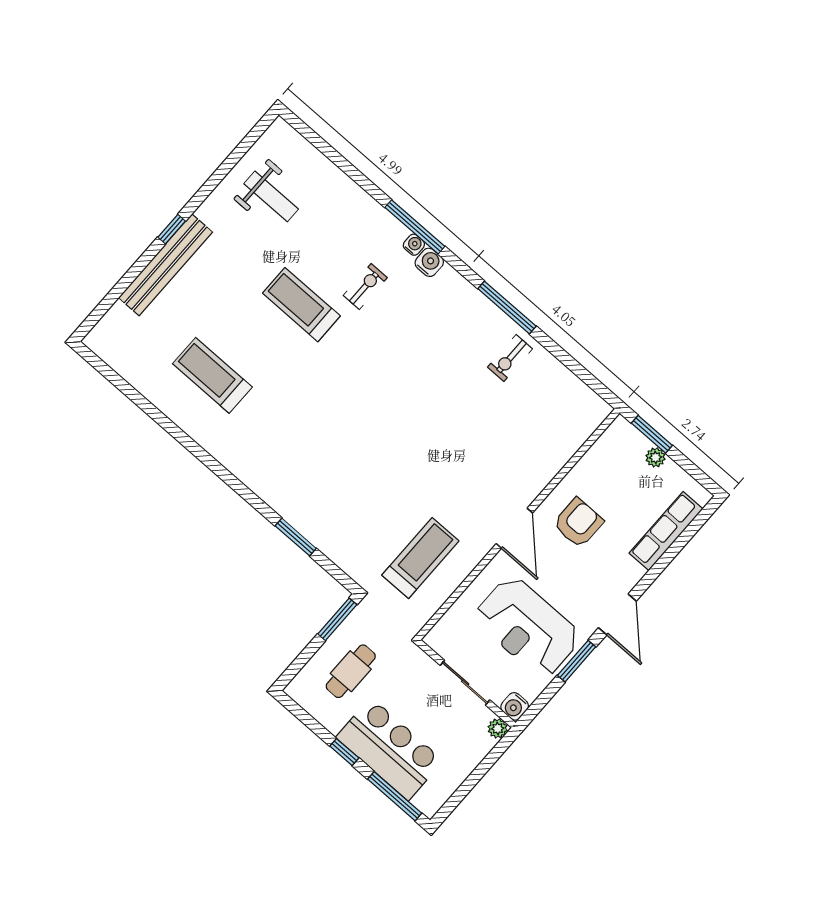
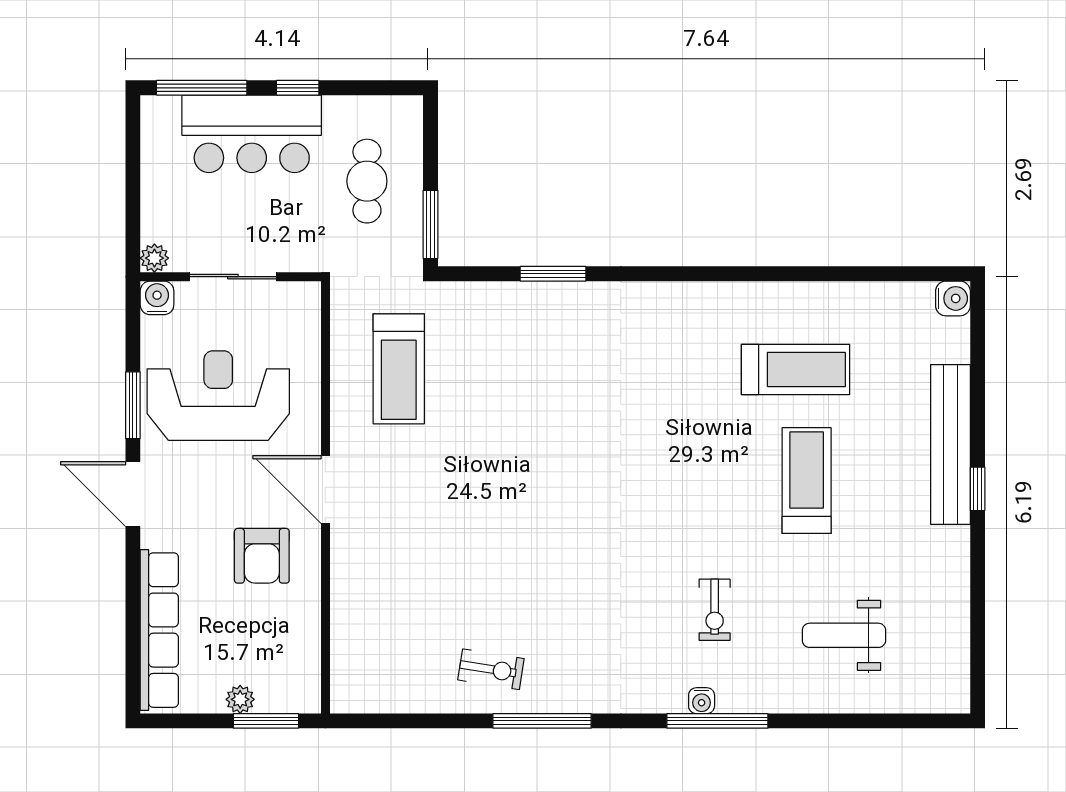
weight bench: (271, 196) -> (844, 635), moved
water cooler: (429, 262) -> (953, 298), moved, turned -90
treadmill: (301, 305) -> (807, 481), moved, turned -90
exercise bike: (510, 358) -> (491, 669), turned 99
row of seats: (666, 531) -> (159, 630), width x1.36

